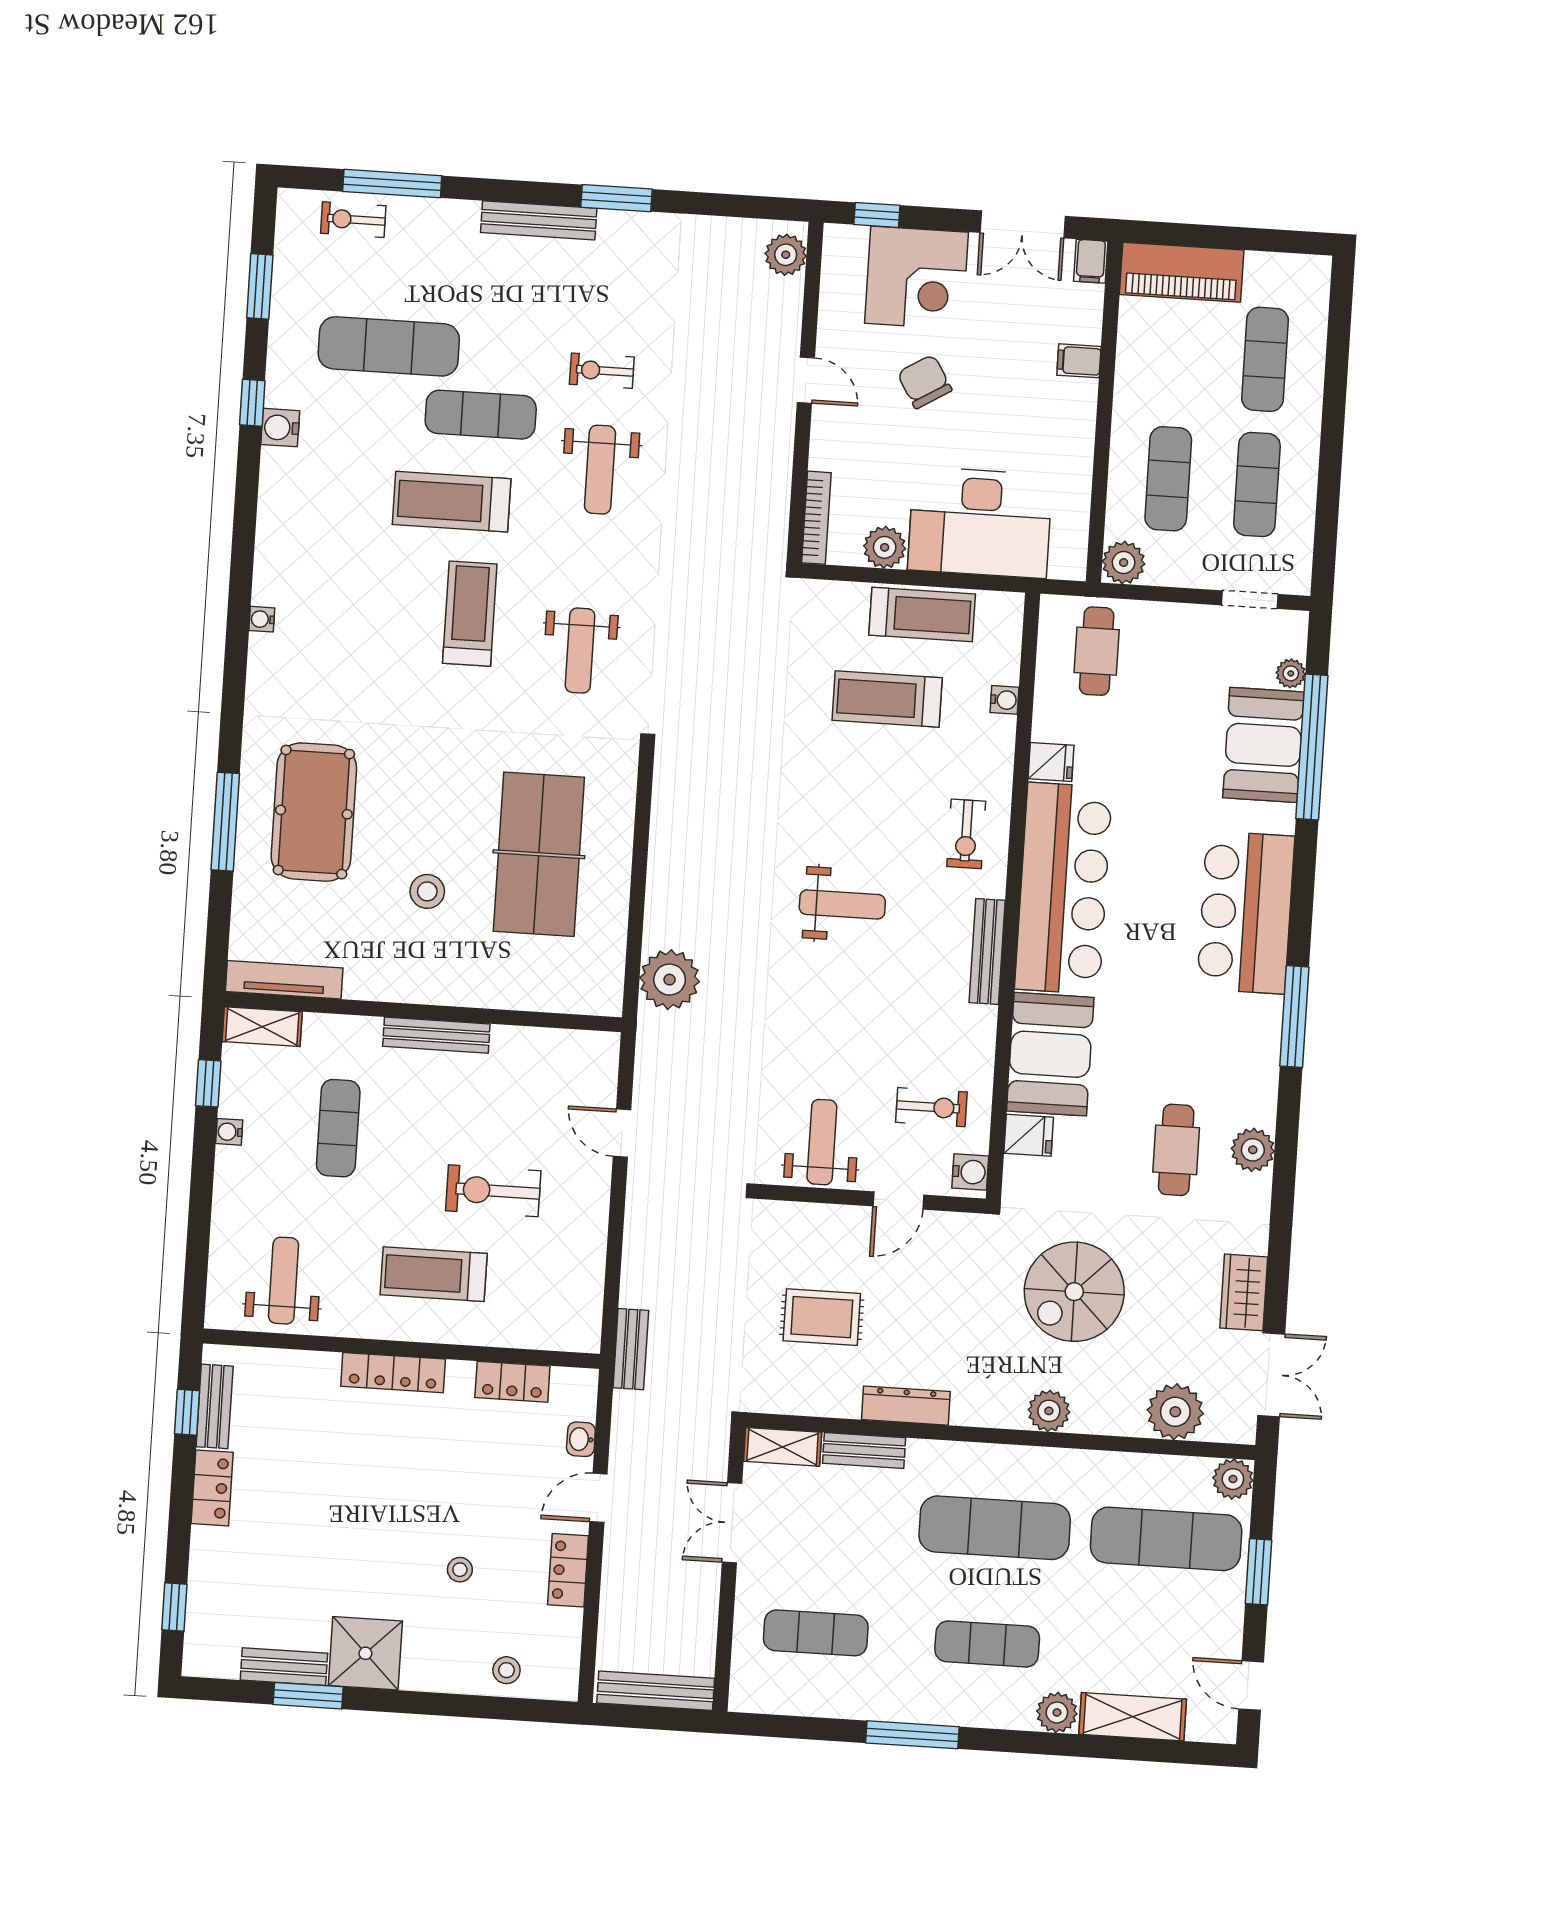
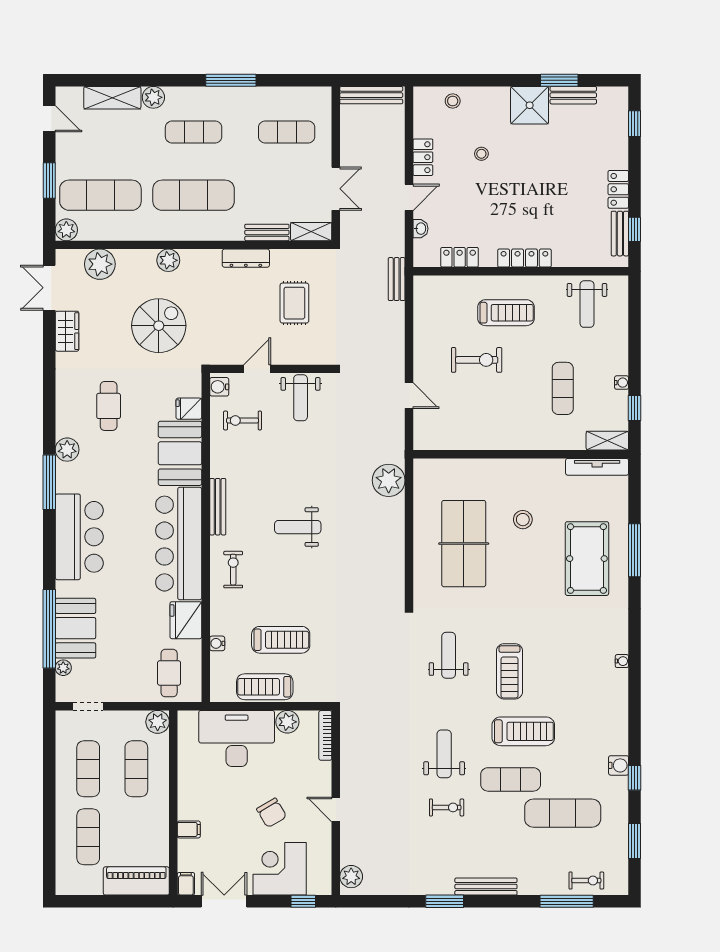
fridge: (1051, 762) -> (186, 620), width x1.88, depth x1.34
bench: (436, 1035) -> (513, 442), removed
plant: (1253, 1150) -> (67, 450), moved
rug: (822, 1317) -> (294, 303), turned 90

